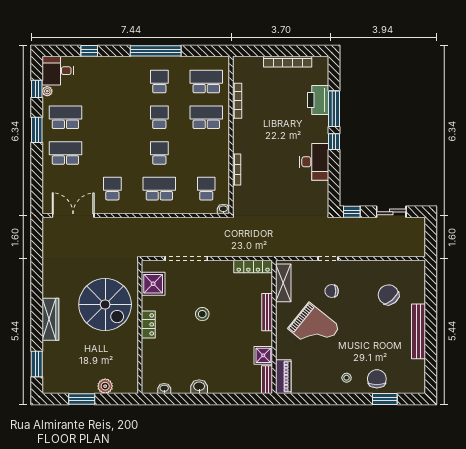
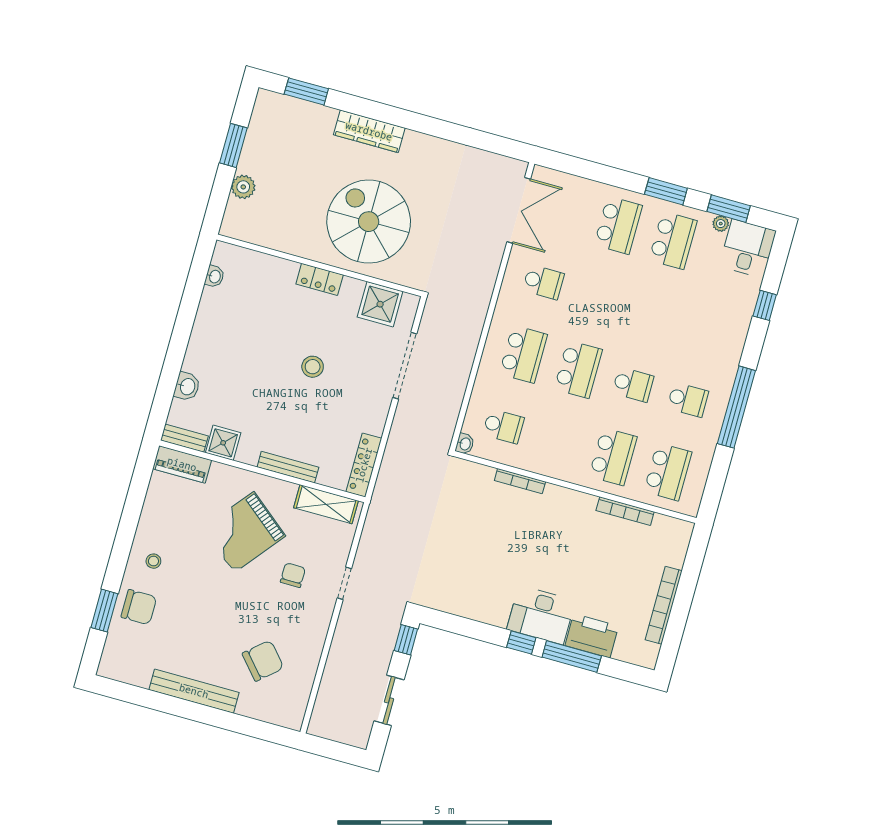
window: (37, 89) -> (729, 209), width x1.50
school desk: (159, 153) -> (578, 369), width x1.85
desk: (314, 162) -> (541, 615), moved
spiral stairs: (105, 305) -> (369, 222), turned 90
washbasin: (199, 387) -> (187, 386), moved

